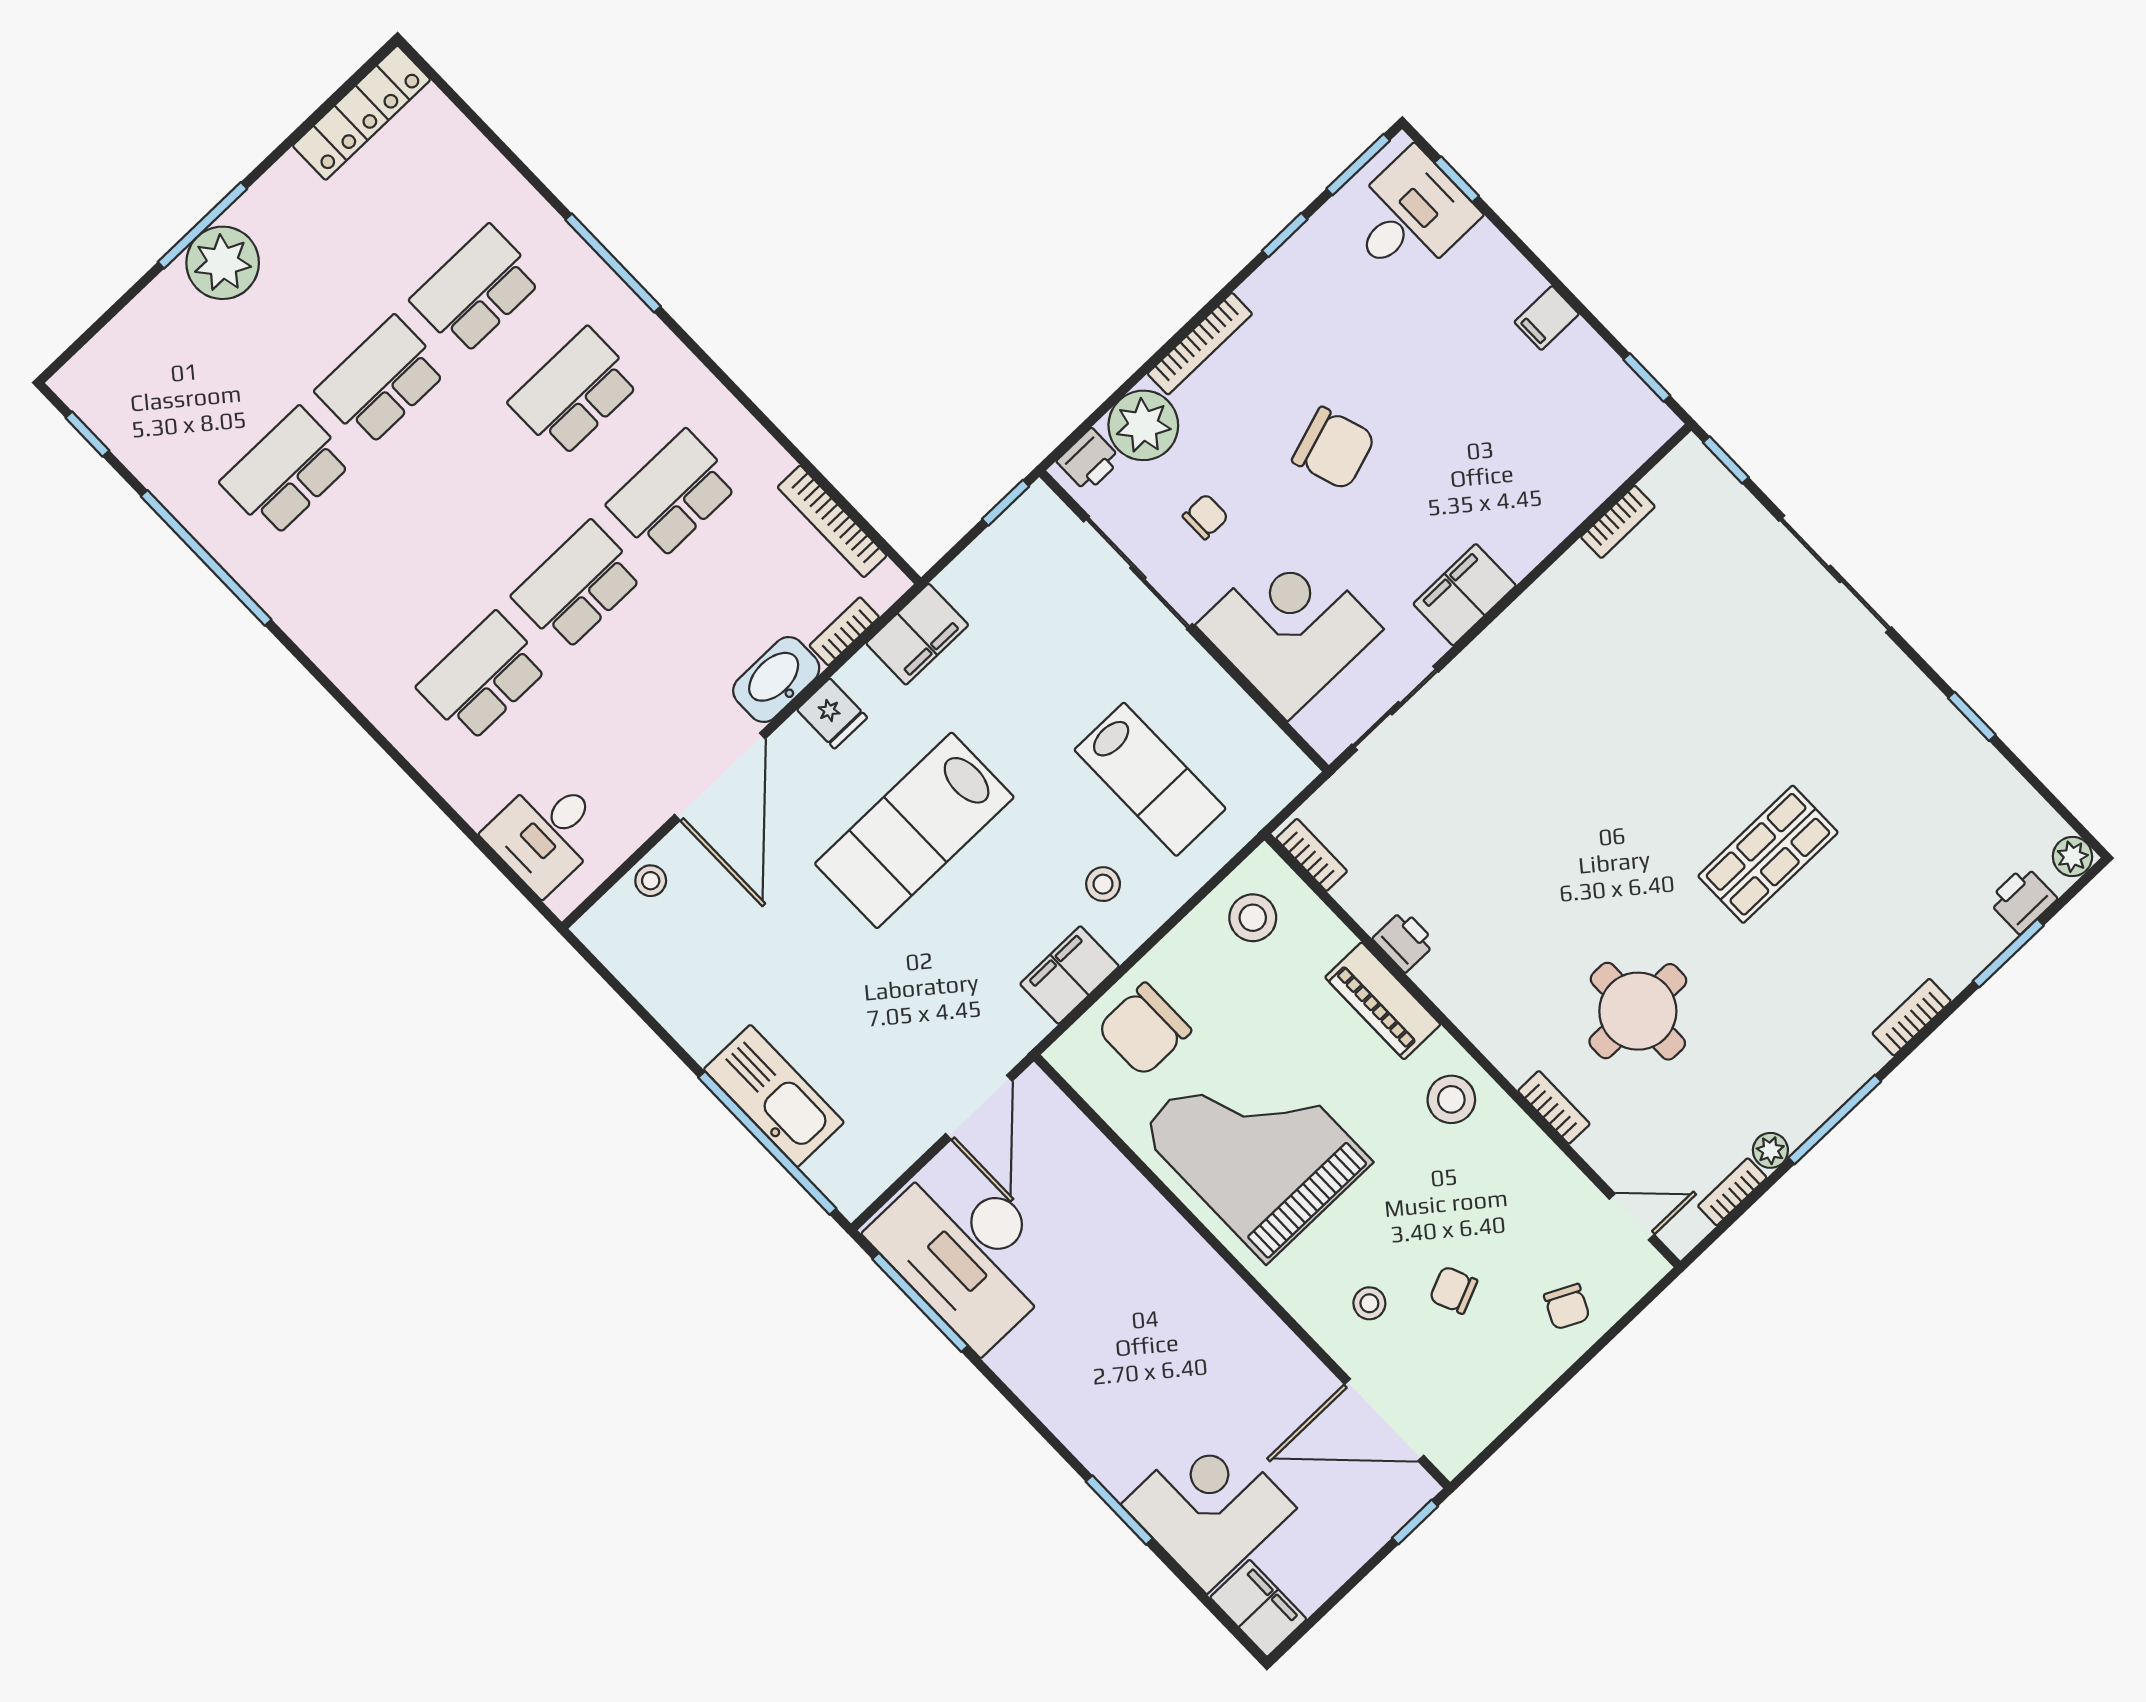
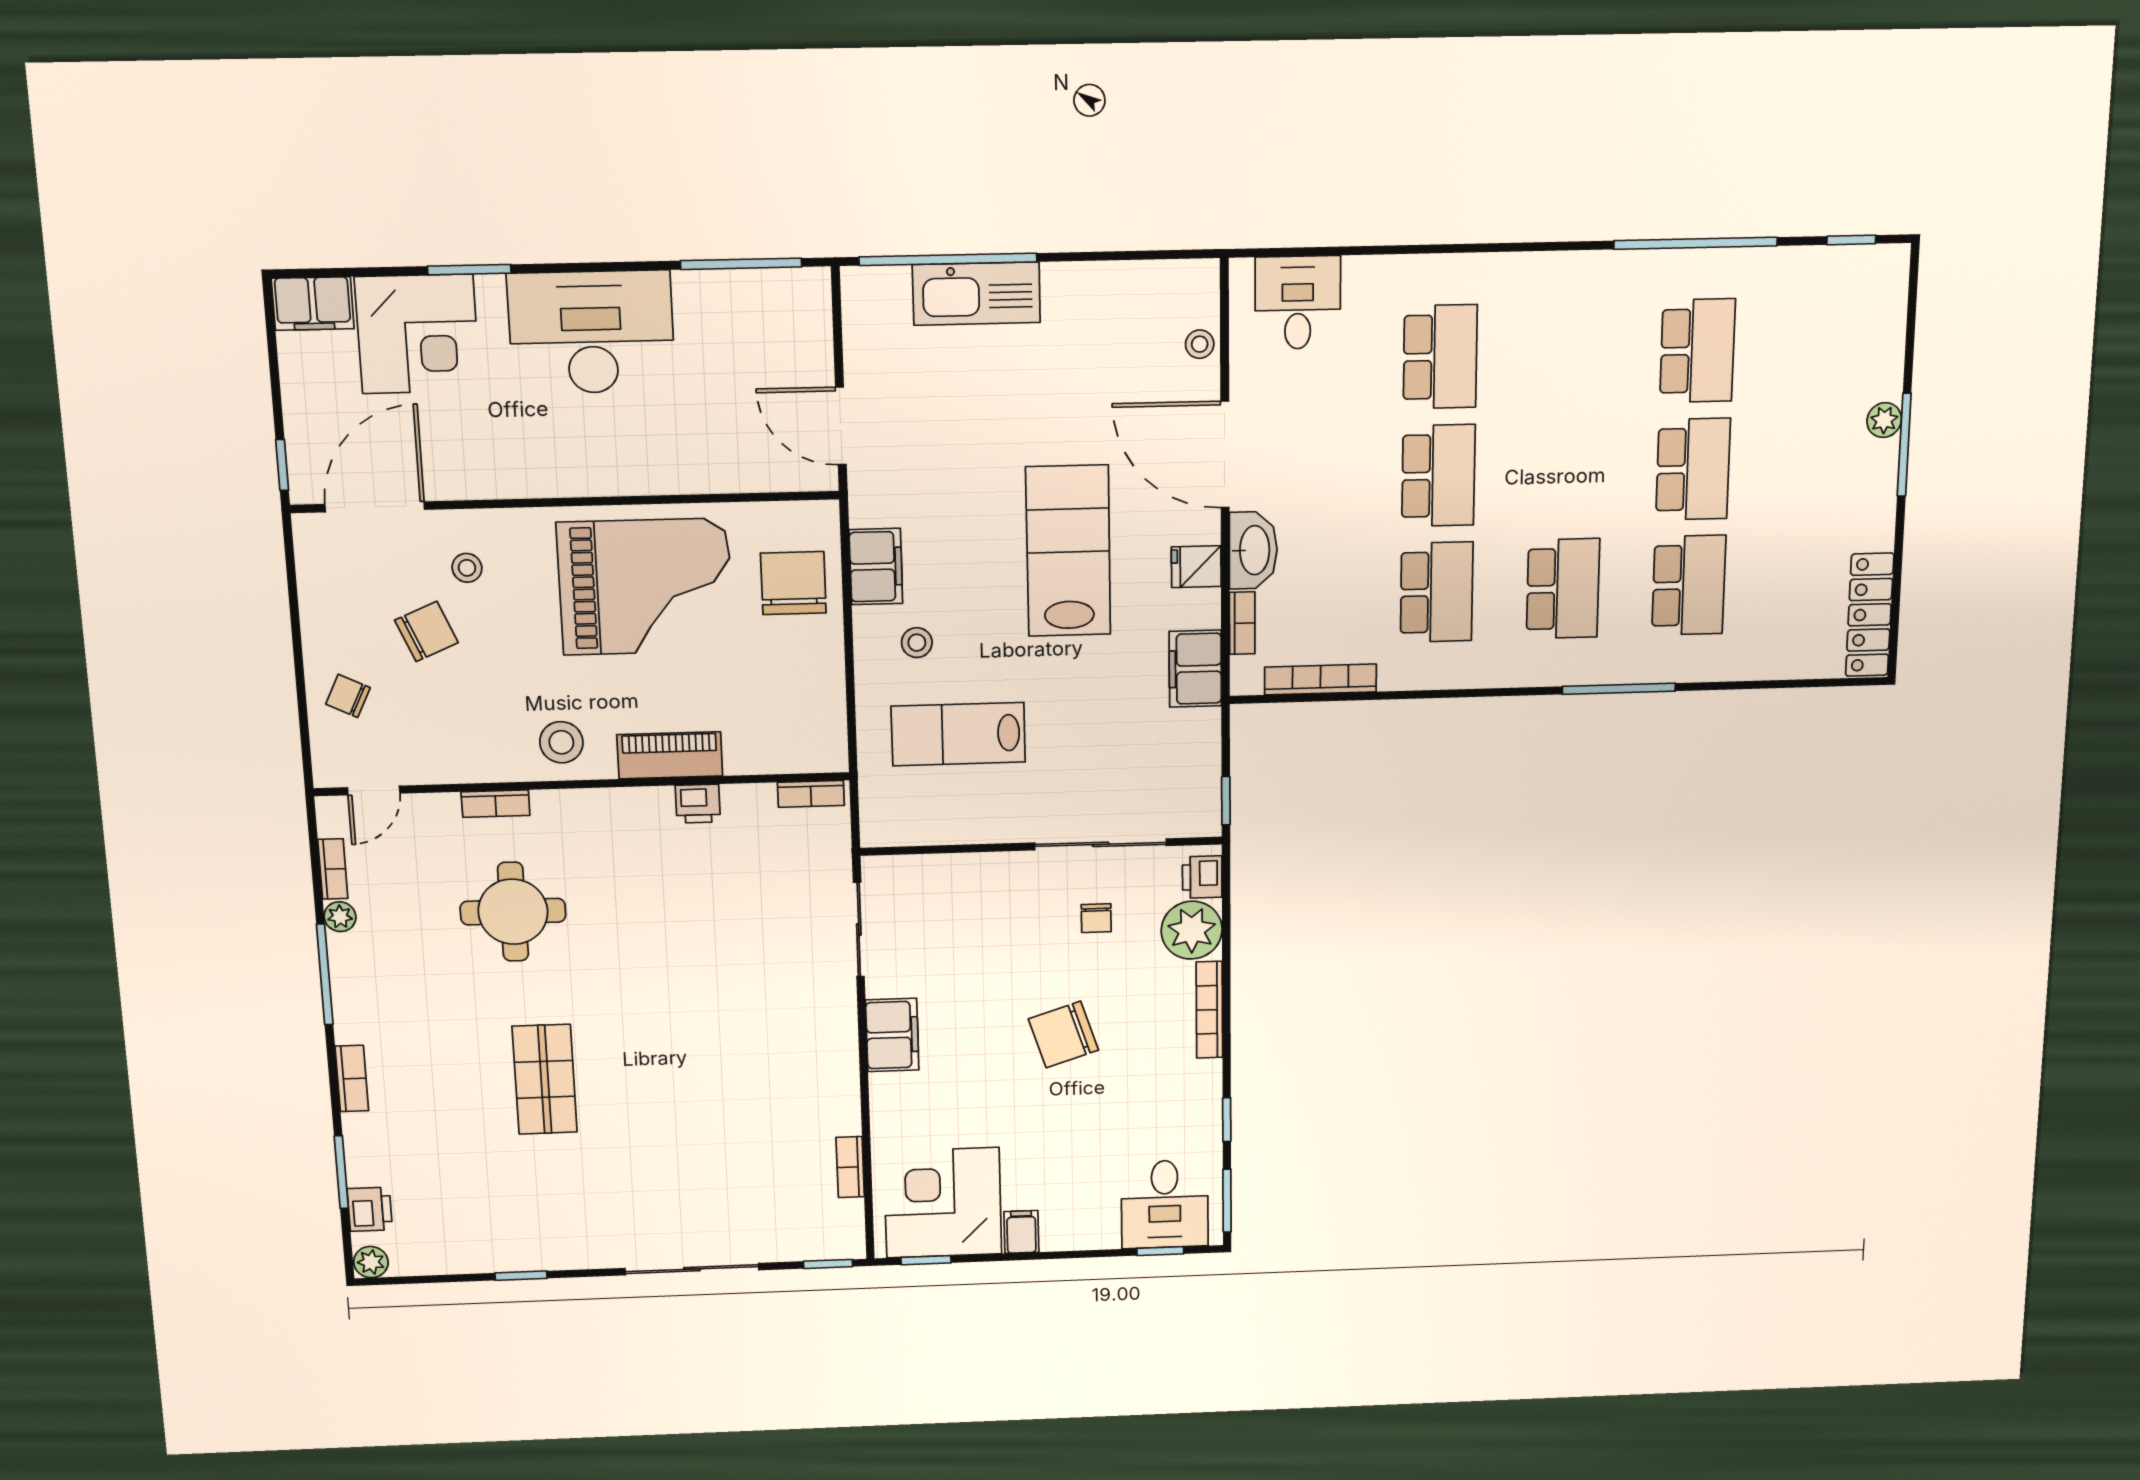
plant: (223, 263) -> (1884, 420), width x0.53, depth x0.53
corner desk: (1289, 627) -> (943, 1203), moved, turned 180
stool: (1253, 918) -> (804, 720), removed
desk: (968, 1251) -> (591, 332), moved
chair: (1453, 1290) -> (426, 631), width x1.37, depth x1.37

